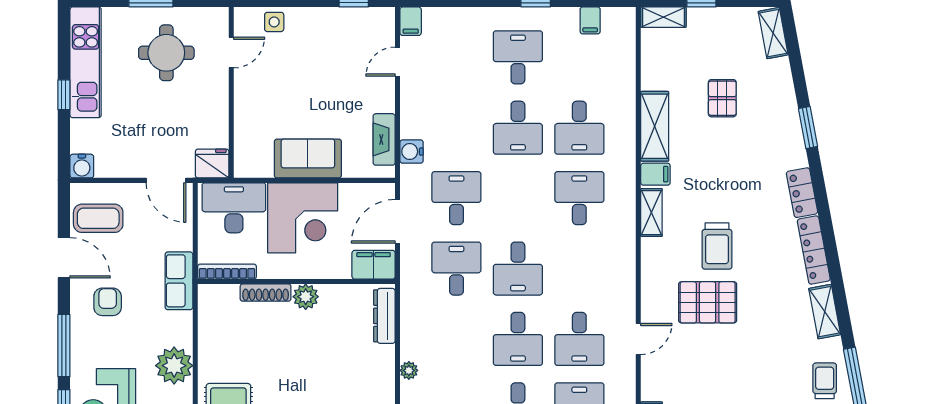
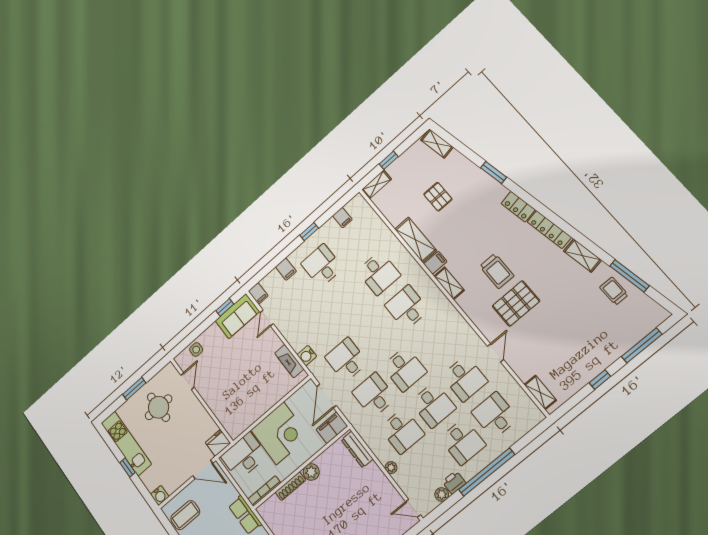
filing cabinet: (470, 22) -> (286, 269), added
desk: (518, 128) -> (402, 431), moved
sofa: (308, 159) -> (237, 316), moved, turned 180

